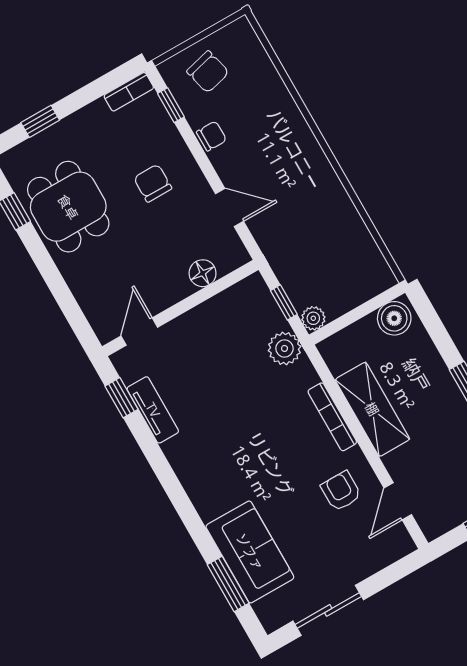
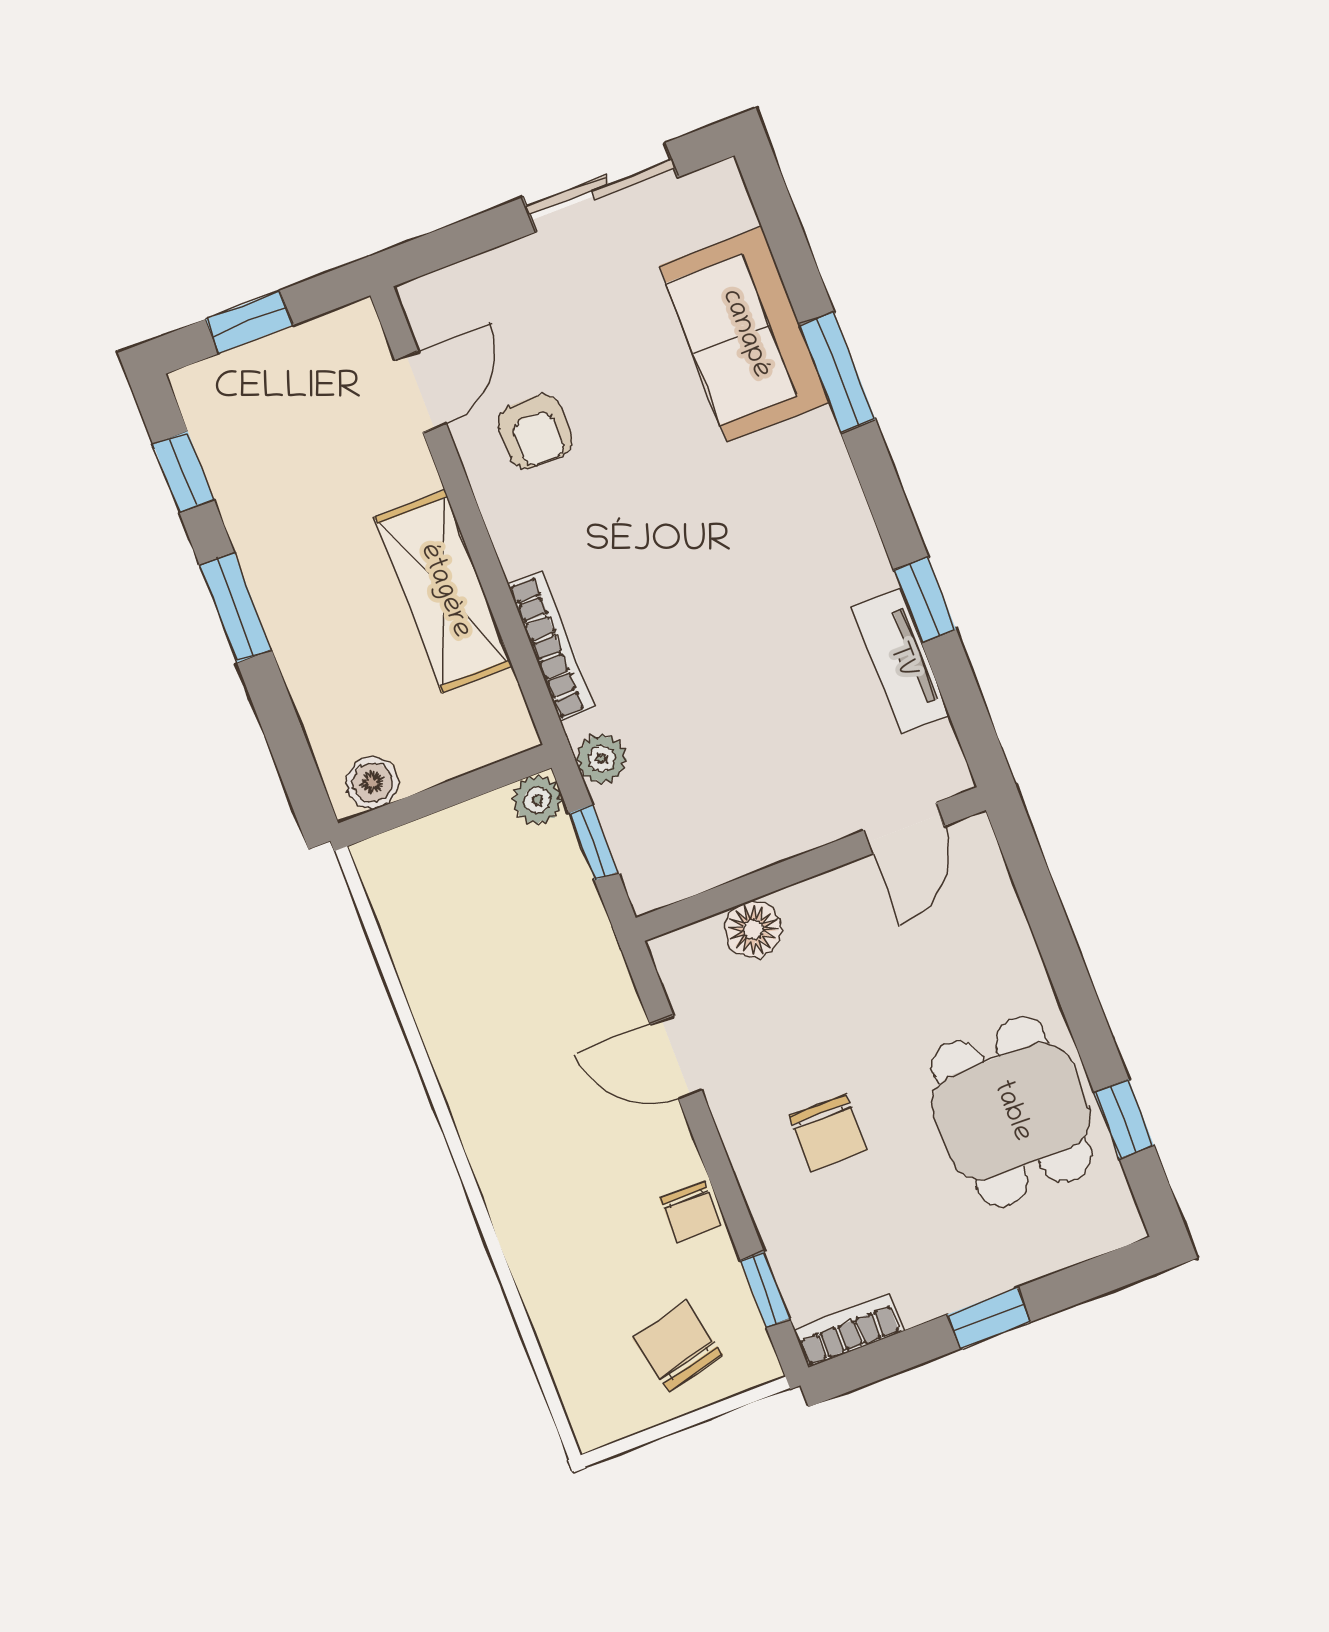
window: (40, 121) -> (989, 1318), moved
chair: (211, 136) -> (691, 1212), turned -90
boiler: (394, 318) -> (372, 783), width x0.73, depth x0.73
plant: (284, 348) -> (602, 759), width x0.73, depth x0.73
window: (122, 398) -> (925, 600), moved
bookcase: (332, 417) -> (551, 646), moved
window: (228, 584) -> (838, 372), moved

